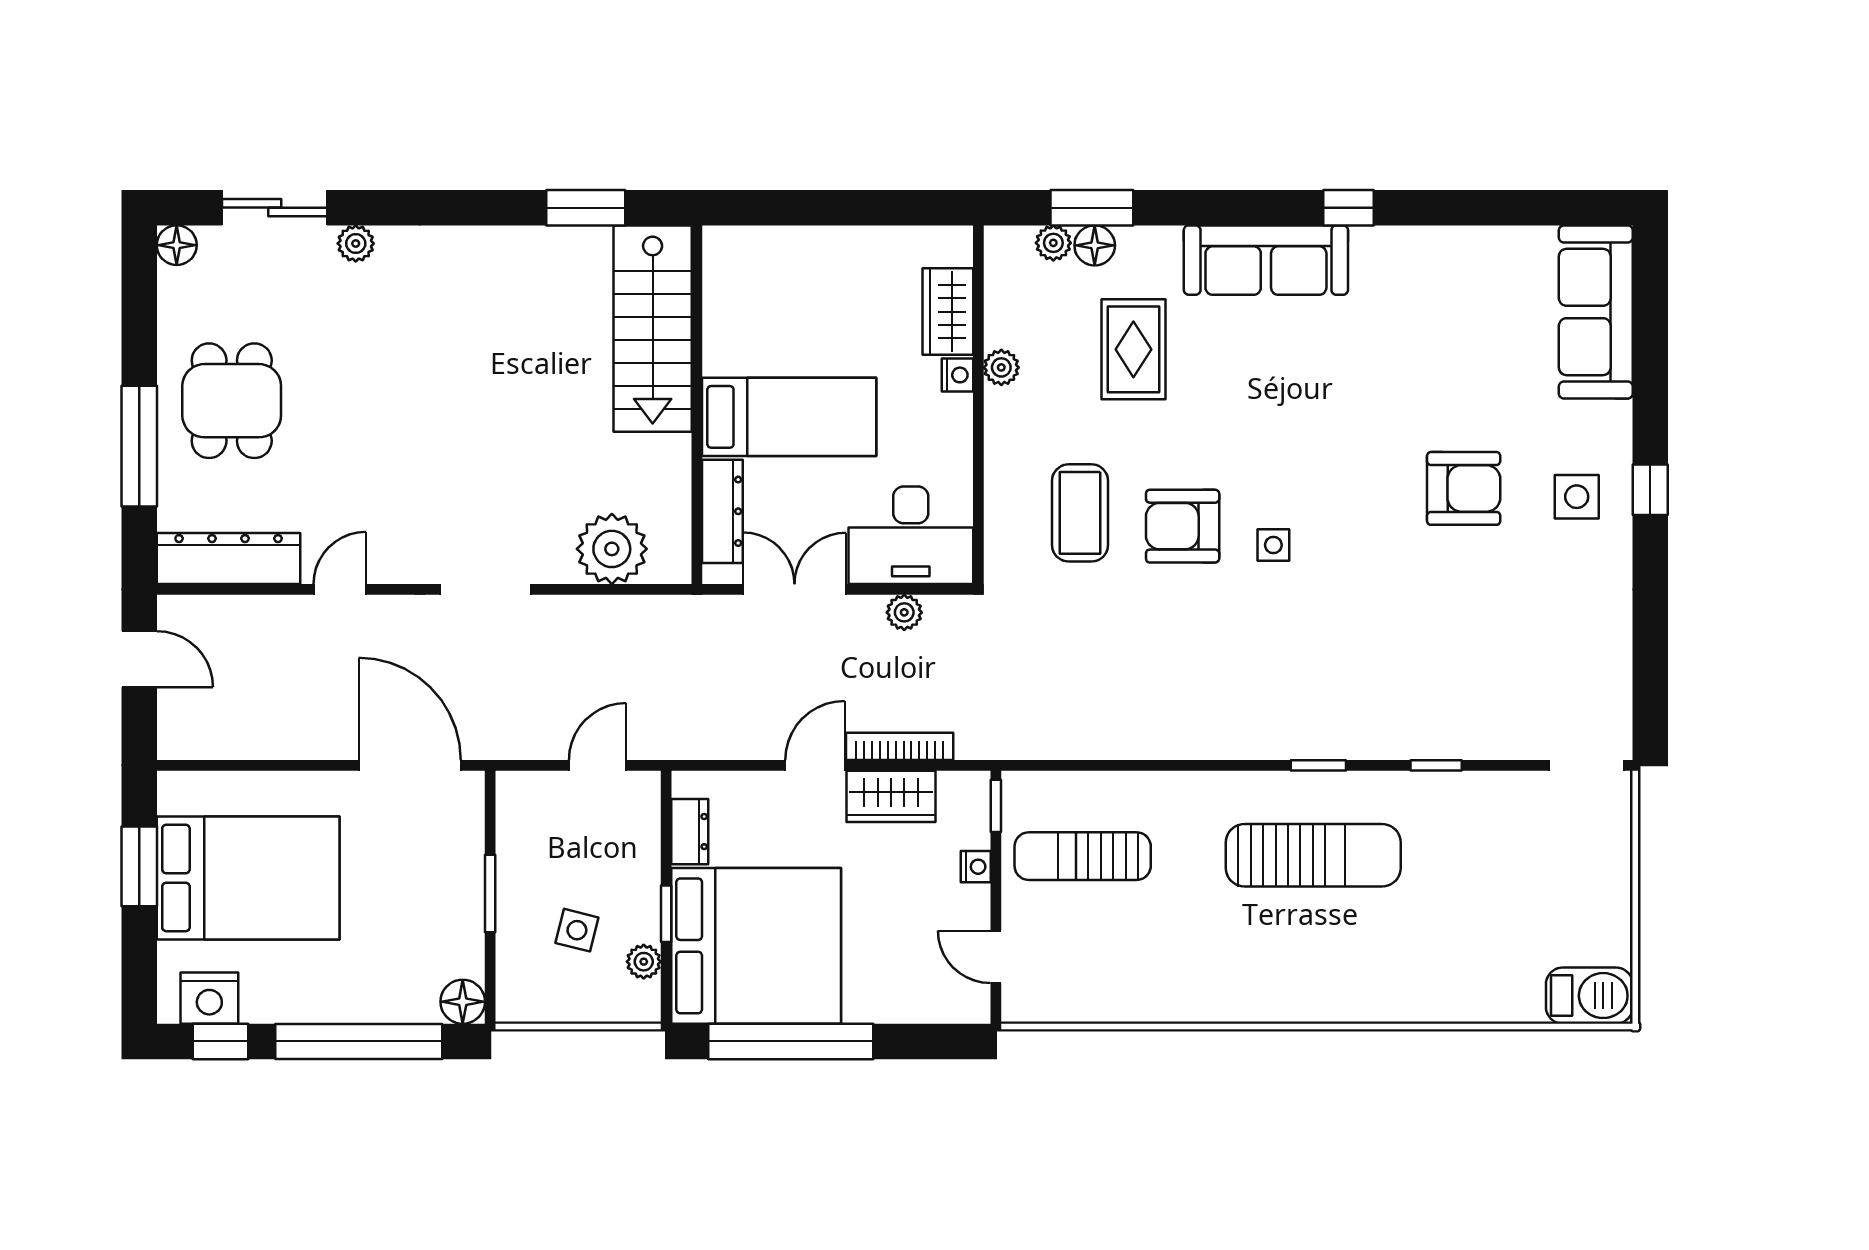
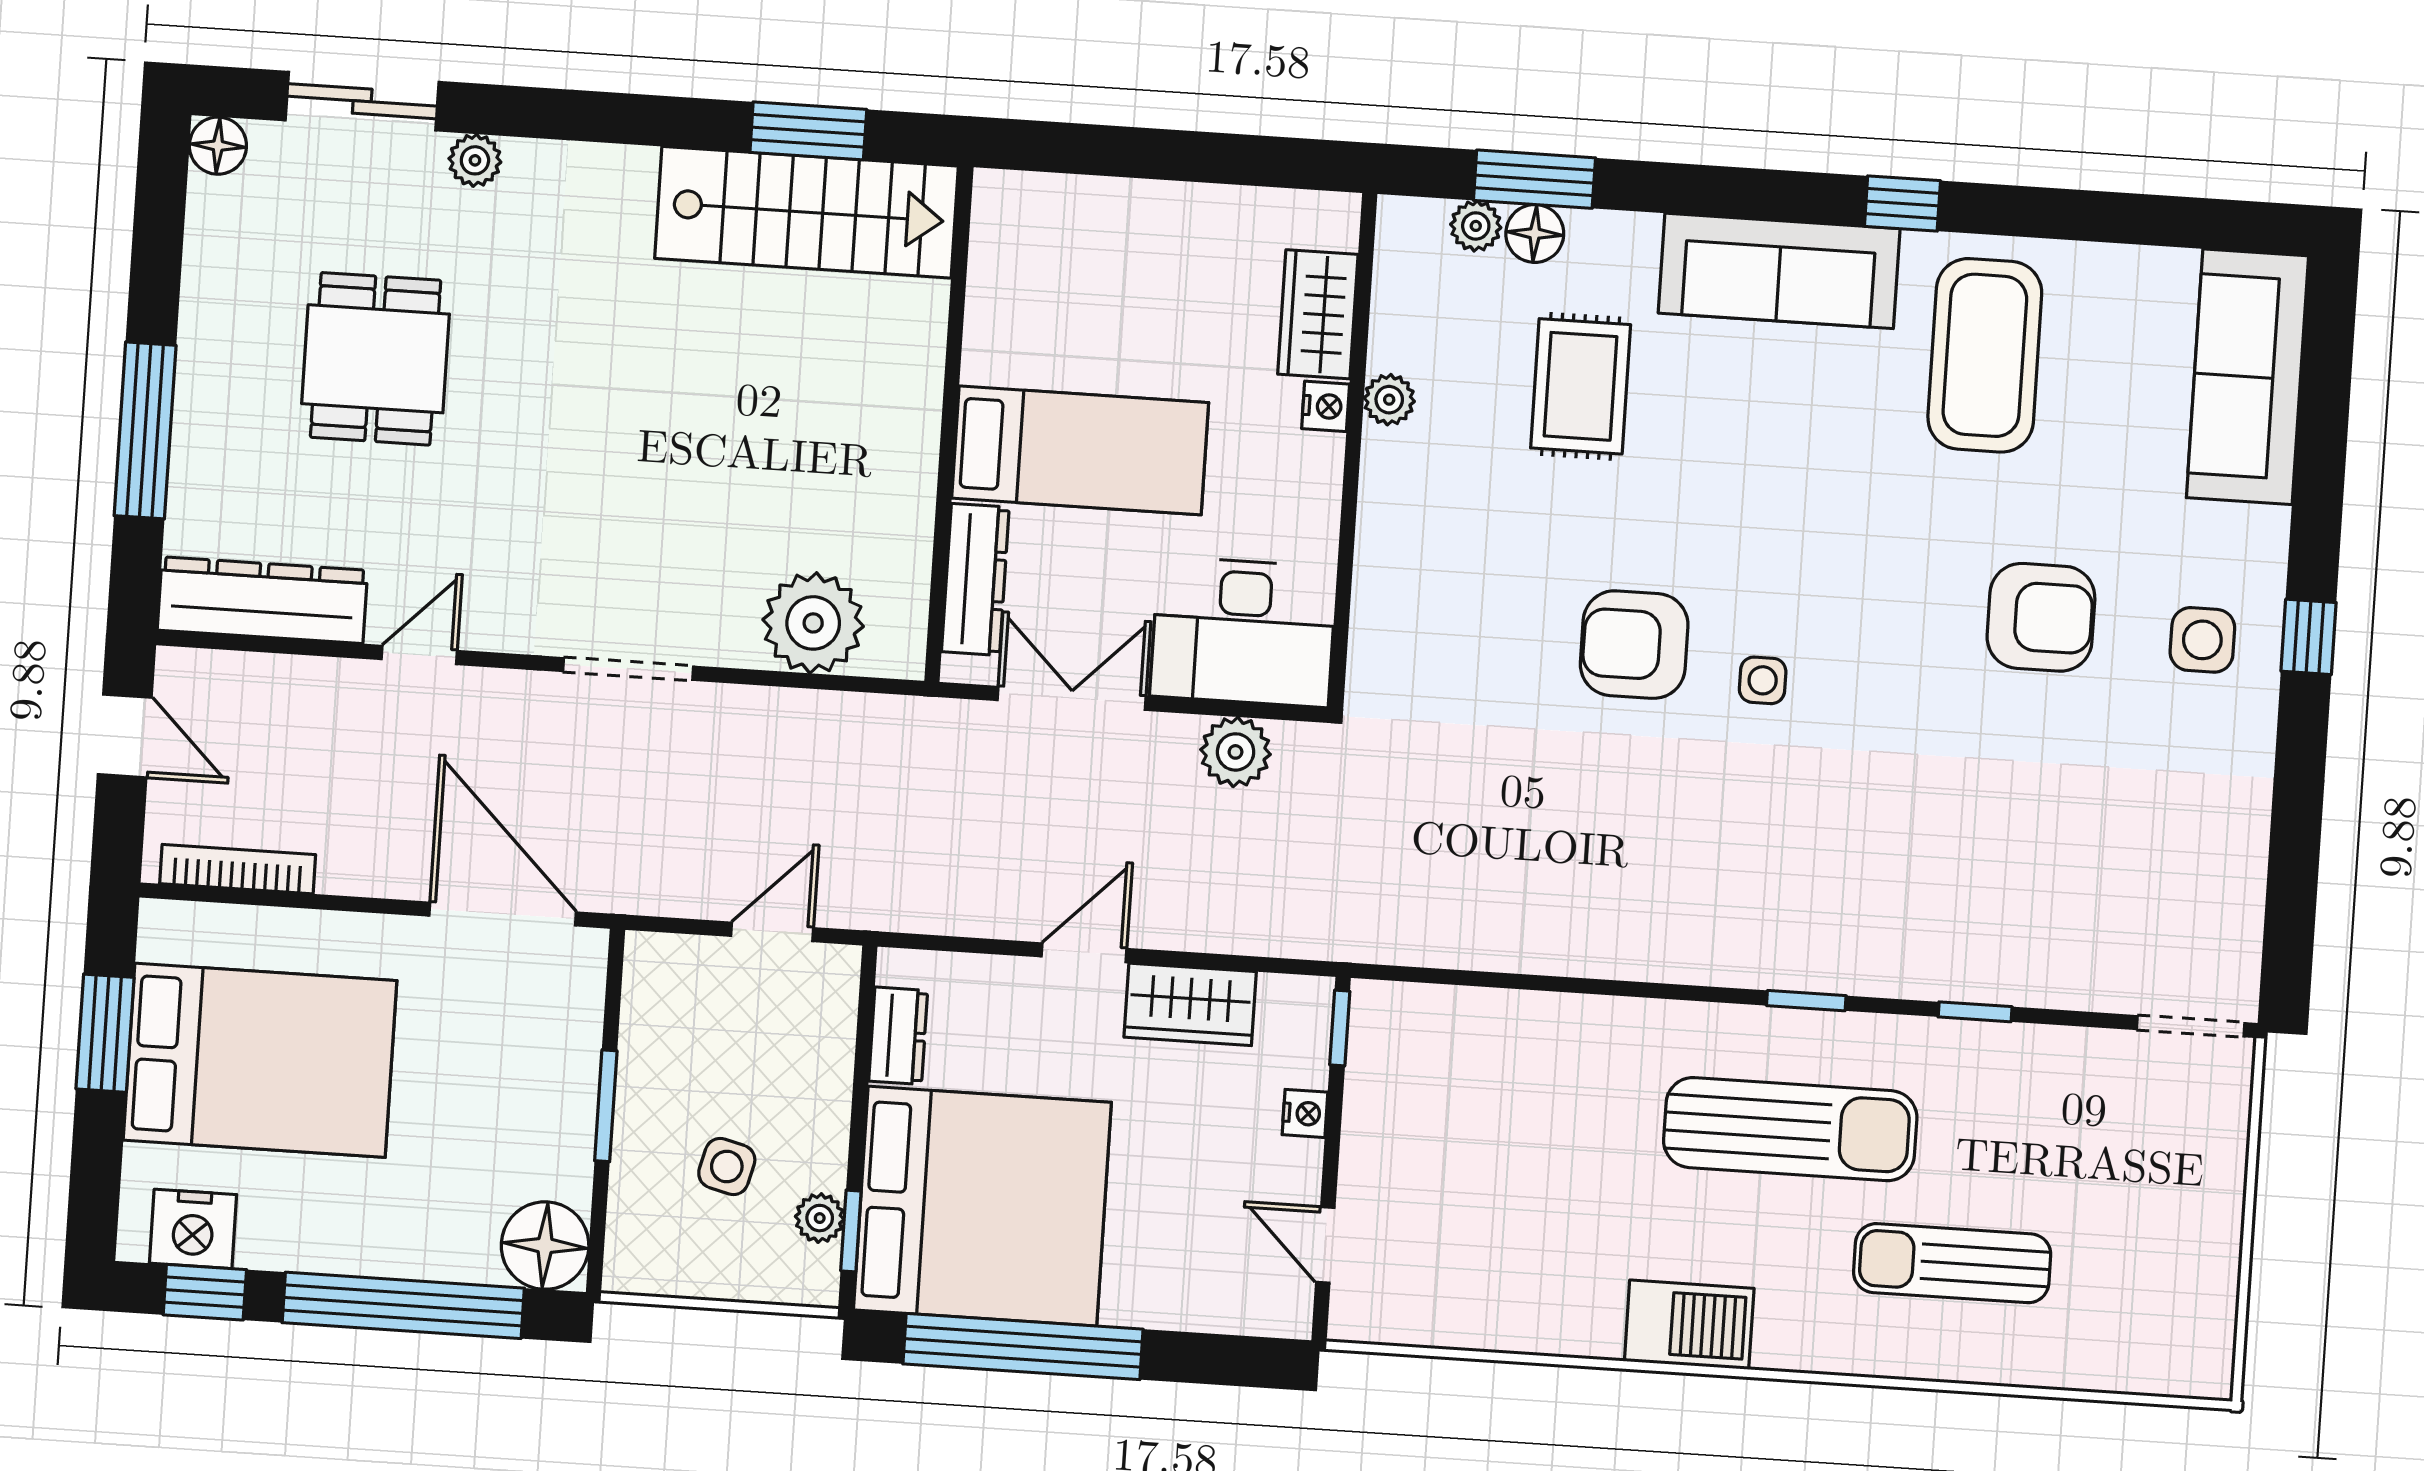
stairs: (653, 329) -> (806, 212), moved, turned -90
dining table: (232, 401) -> (376, 359), moved
coffee table: (1080, 513) -> (1985, 355), moved, width x1.36, depth x1.32
plant: (904, 612) -> (1236, 752), width x1.38, depth x1.38
bookcase: (900, 746) -> (238, 869), moved
sun lounger: (1083, 856) -> (1952, 1263), moved
window: (666, 914) -> (851, 1231), moved
barbecue: (1589, 996) -> (1689, 1325), moved
floor lamp: (463, 1002) -> (545, 1246), width x1.38, depth x1.38

